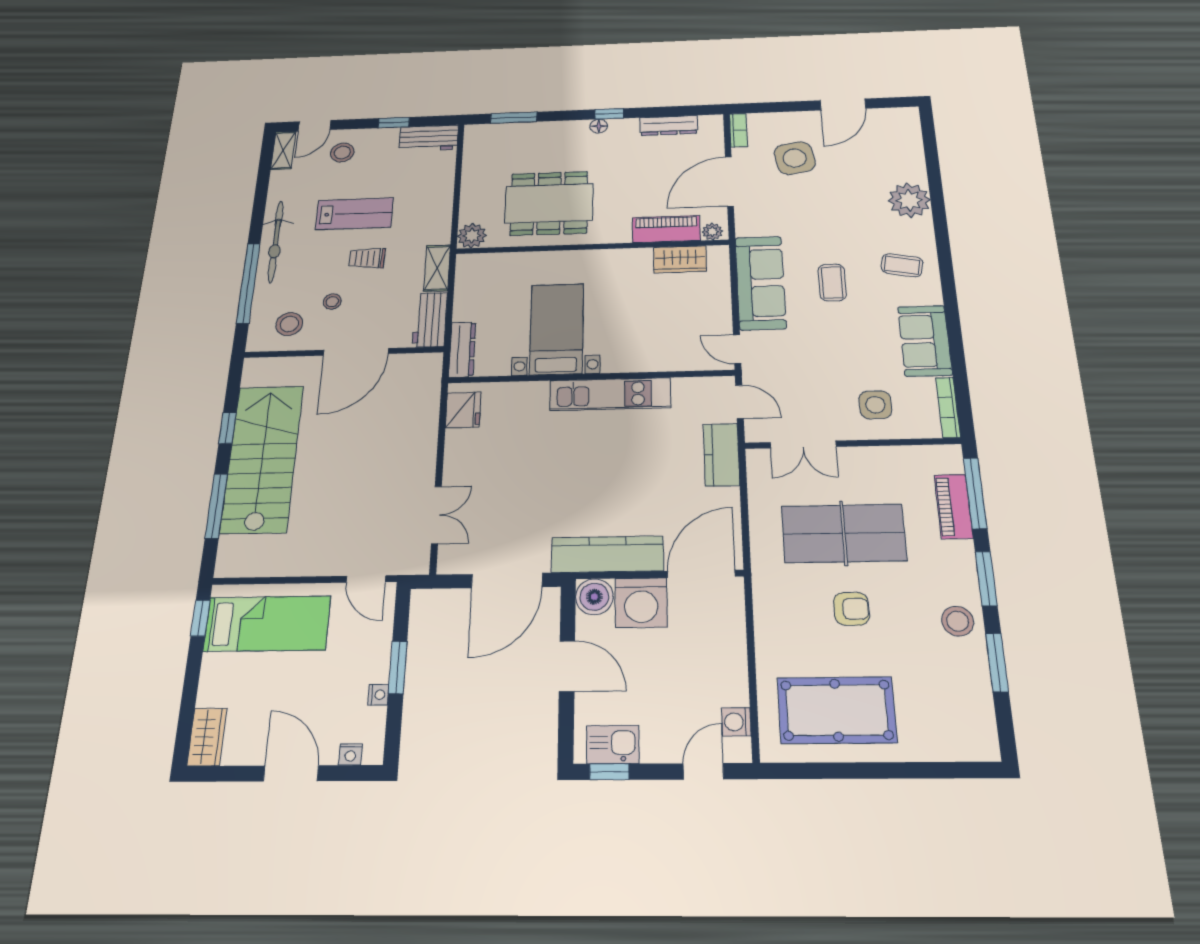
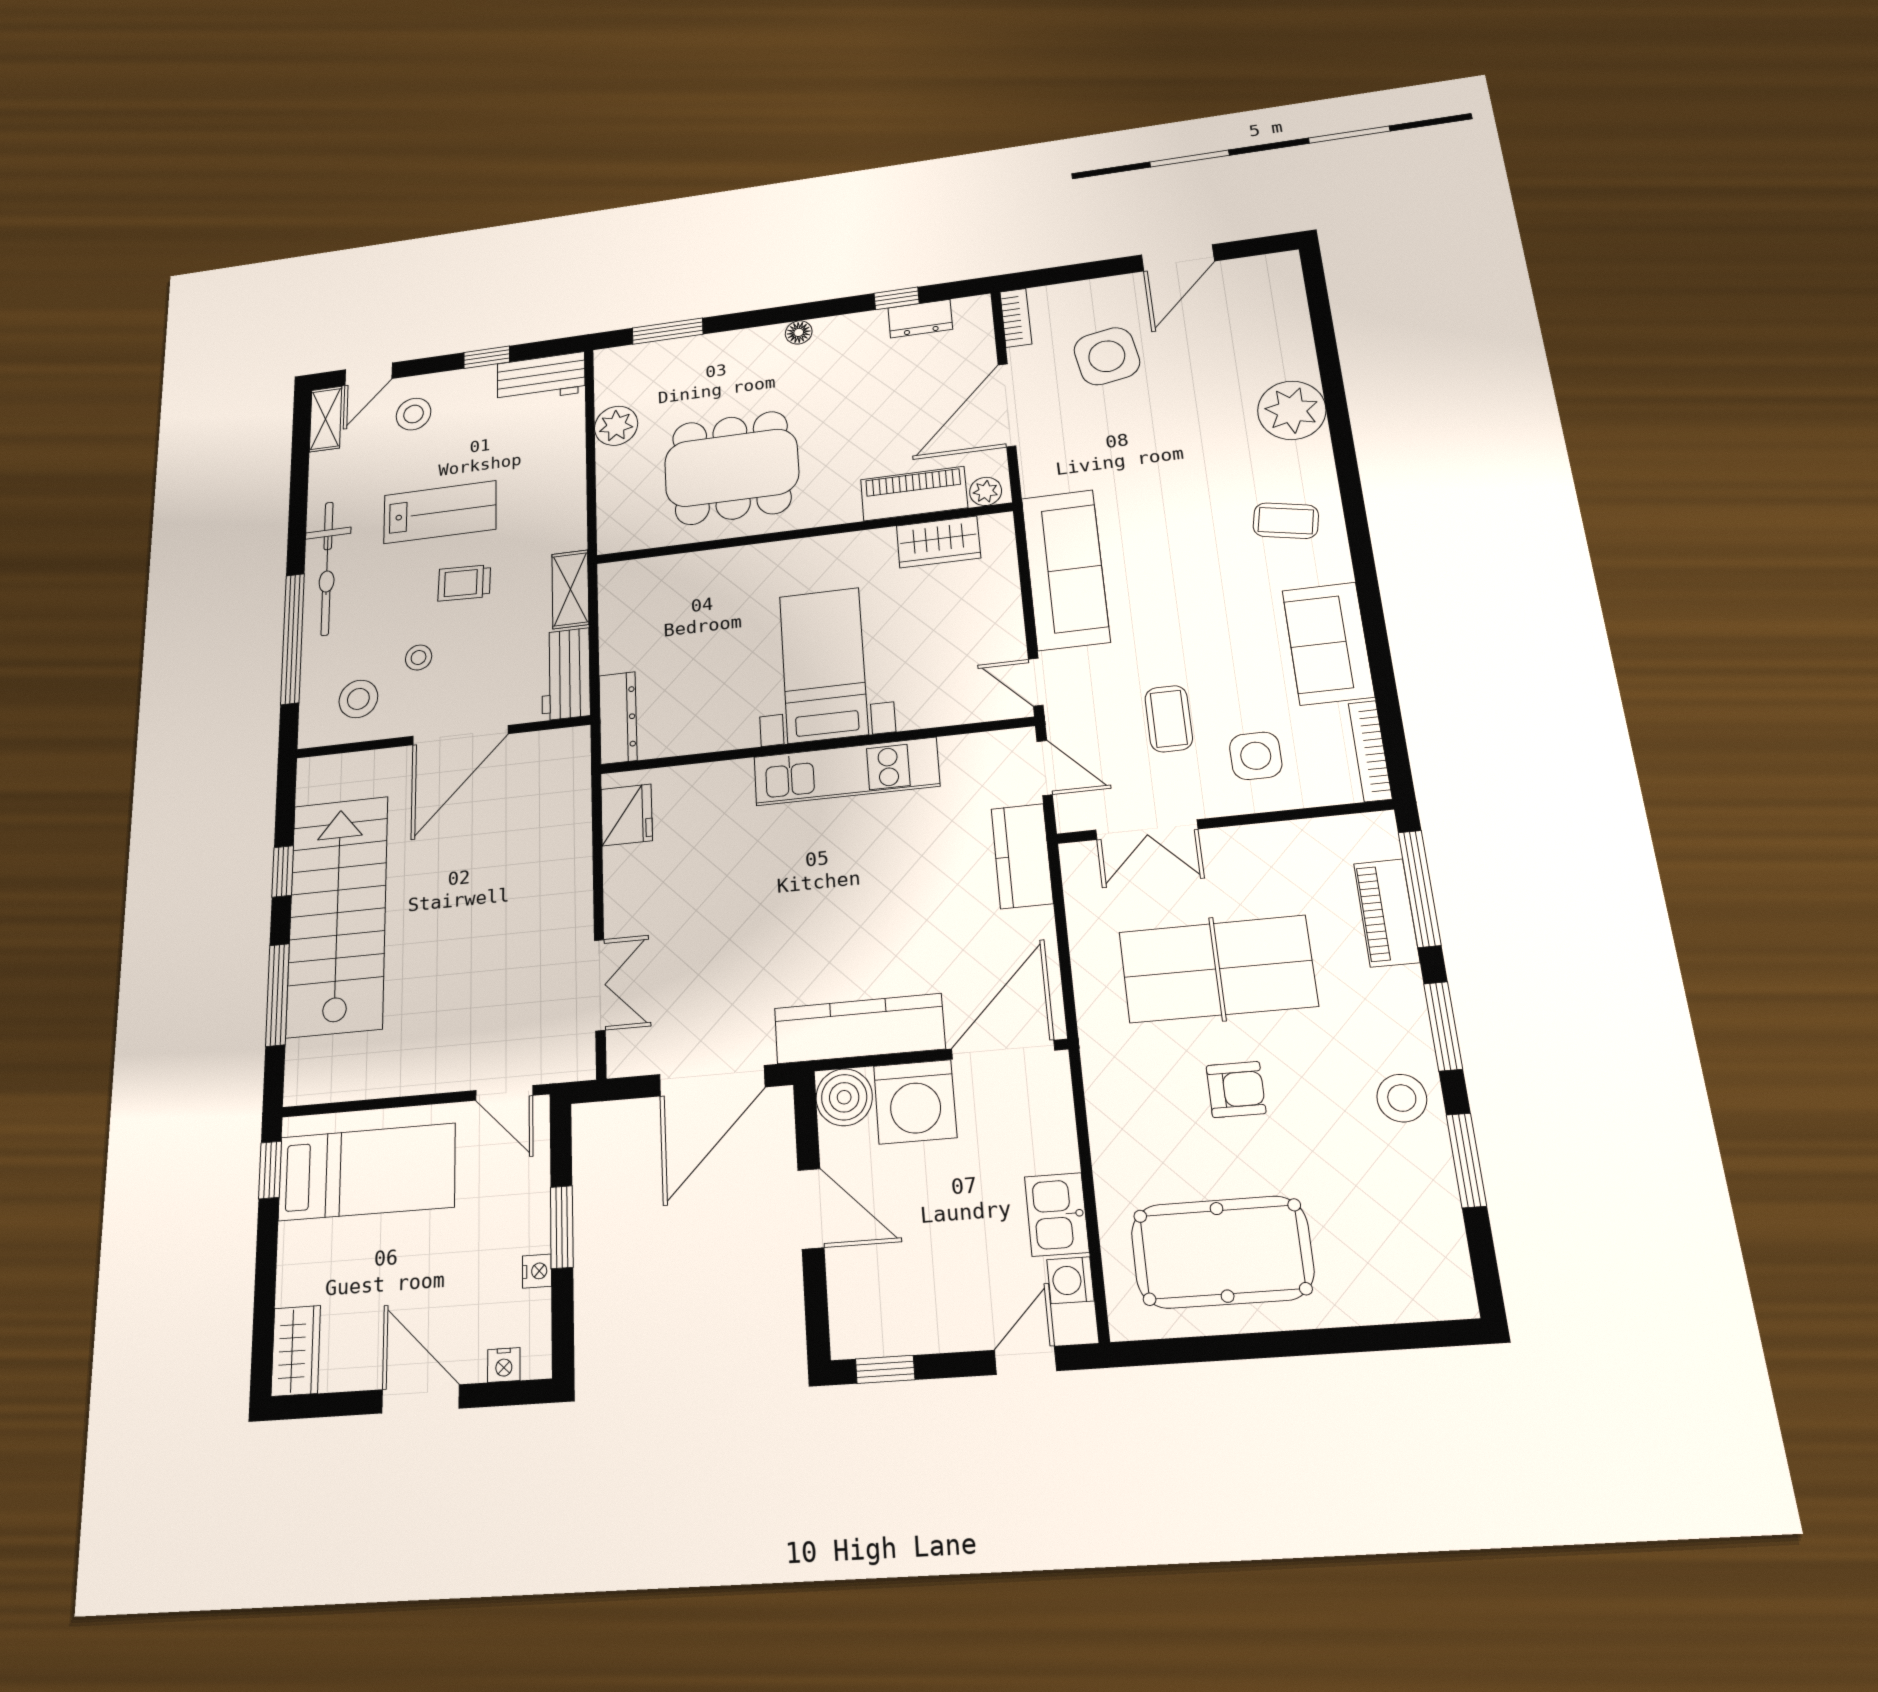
window: (609, 114) -> (897, 298), moved
dresser: (669, 125) -> (920, 319), width x0.70
plant: (472, 236) -> (616, 426), moved
coffee table: (832, 282) -> (1169, 719), moved
bed with nightstands: (557, 329) -> (824, 665), moved
kitchen sink: (613, 744) -> (1057, 1214), moved, turned -90

